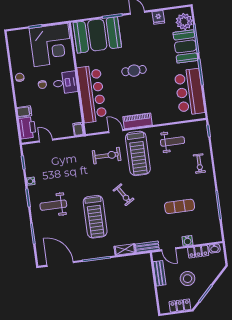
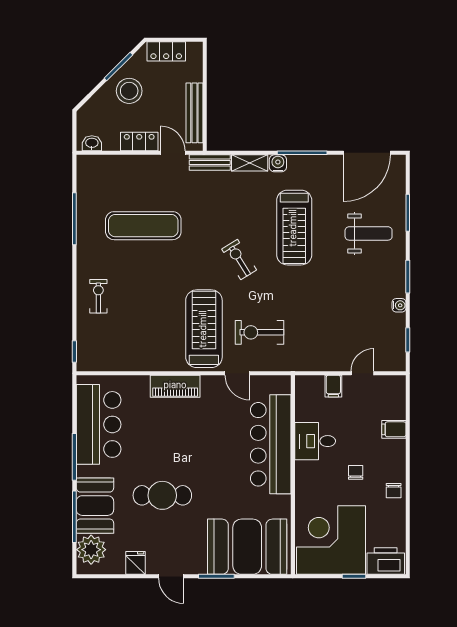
cafe table: (134, 71) -> (162, 495), moved, width x1.37, depth x1.35
desk: (65, 83) -> (315, 441), moved
piano: (137, 121) -> (175, 386), moved
printer: (27, 128) -> (386, 561), moved, turned 90
filing cabinet: (78, 129) -> (333, 386), moved
door: (46, 141) -> (362, 373), swing flipped
weight bench: (173, 142) -> (140, 341), removed
weight bench: (53, 205) -> (369, 233), moved
exercise mat: (180, 206) -> (143, 226), width x1.36, depth x1.45
treadmill: (95, 217) -> (294, 228), turned 180
water cooler: (187, 241) -> (278, 163), moved
locker: (198, 252) -> (139, 142), moved
door: (60, 264) -> (367, 153), hinge flipped
bench: (160, 273) -> (194, 113), width x1.36
stool: (188, 279) -> (129, 91), moved

